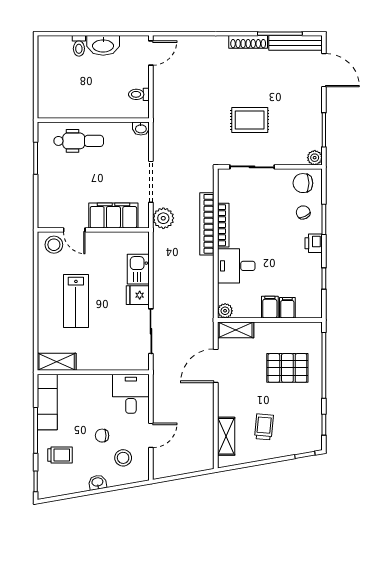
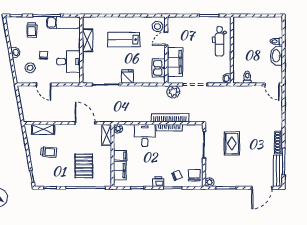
kitchen sink: (138, 269) -> (159, 68), moved, turned -90
filing cabinet: (287, 308) -> (120, 171), width x2.00
shelving: (57, 362) -> (88, 40), moved
desk: (131, 394) -> (68, 62), moved

